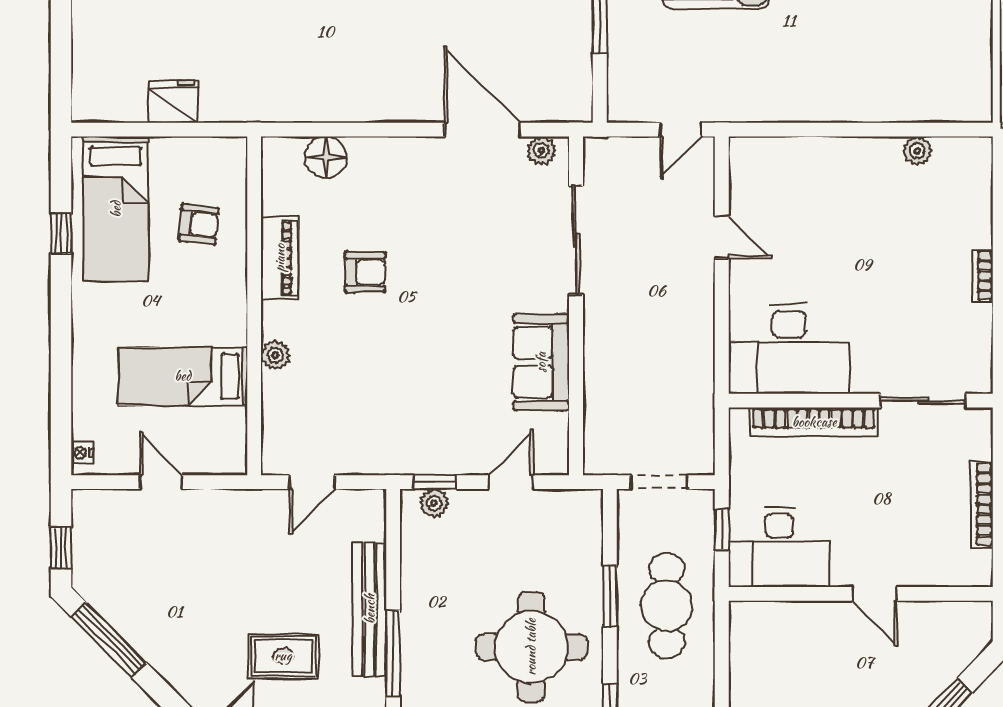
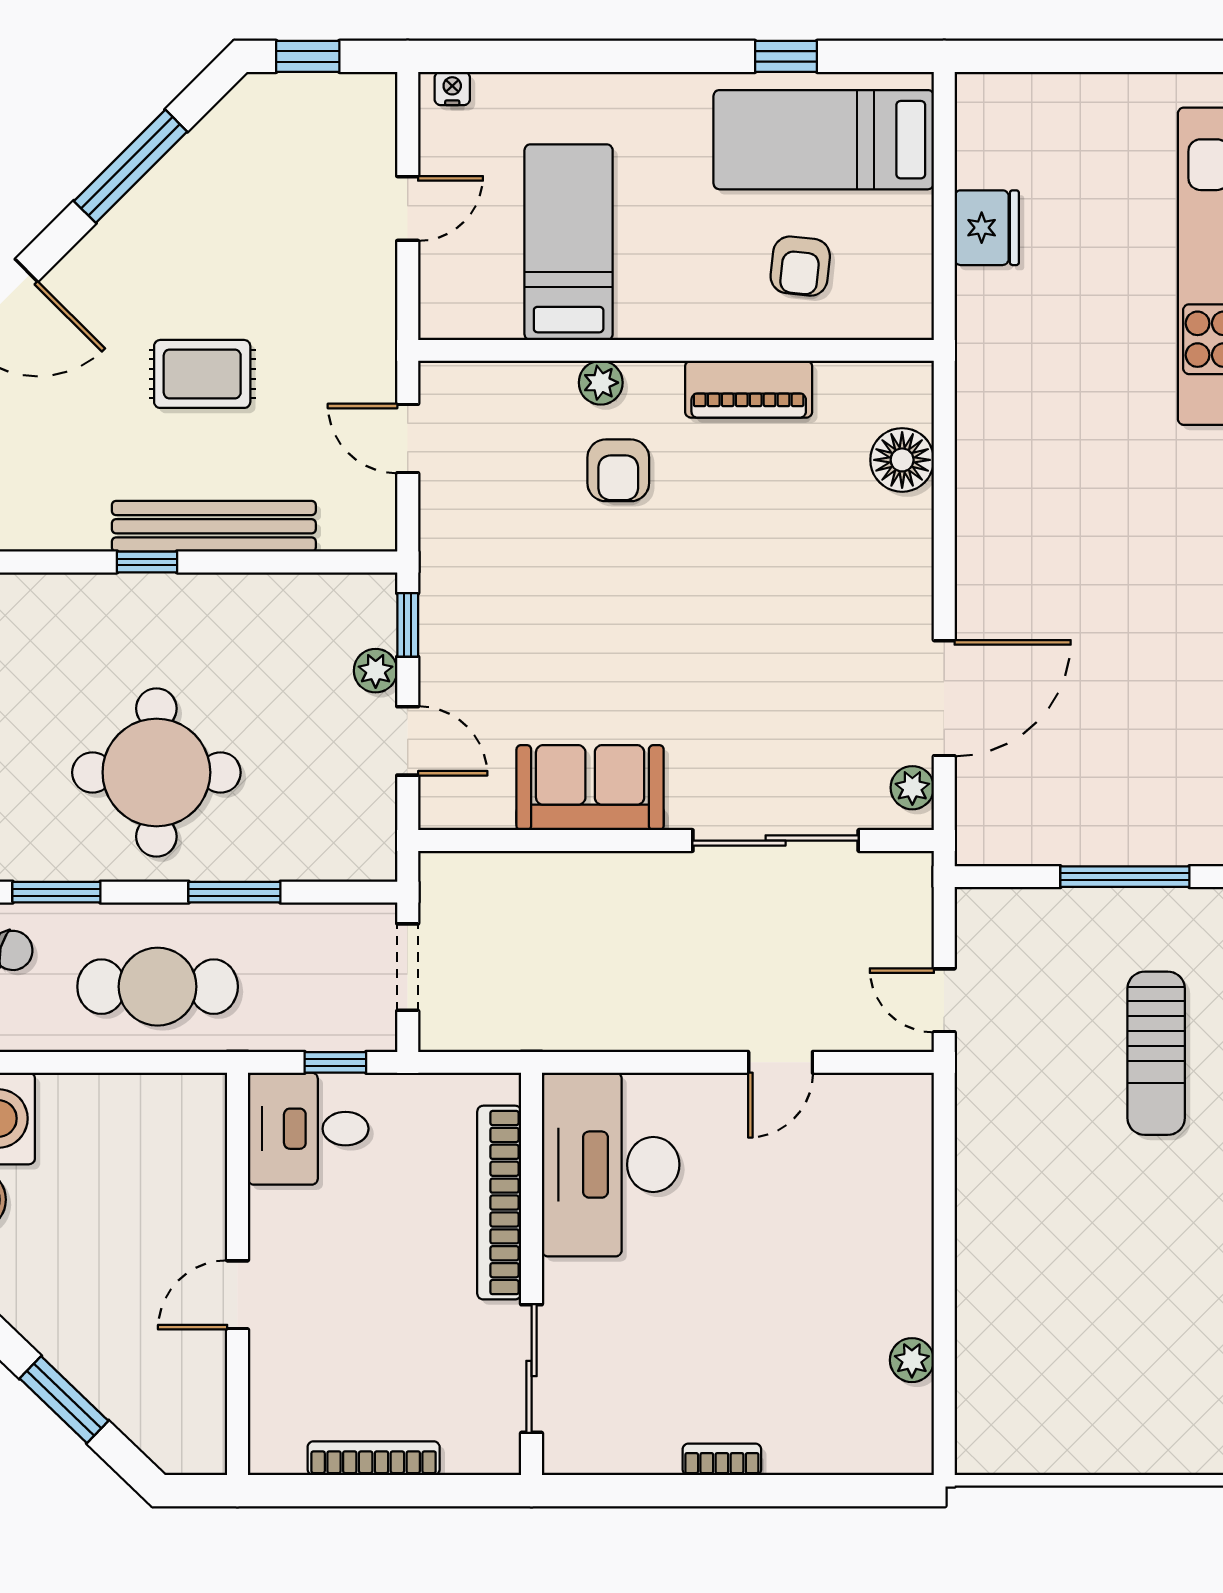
armchair: (365, 272) -> (618, 470), moved
plant: (434, 503) -> (376, 671), moved
desk: (779, 547) -> (308, 1129), width x0.73
cafe table: (667, 606) -> (158, 987), moved
window: (109, 640) -> (131, 166), moved
window: (393, 653) -> (147, 562), width x0.46
rug: (283, 656) -> (202, 374), moved, turned 90

